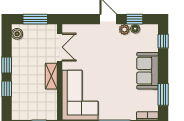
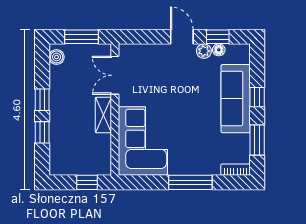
window: (163, 41) -> (257, 97), moved
double door: (60, 47) -> (115, 75), swing flipped
sofa: (147, 71) -> (236, 99), width x1.36

